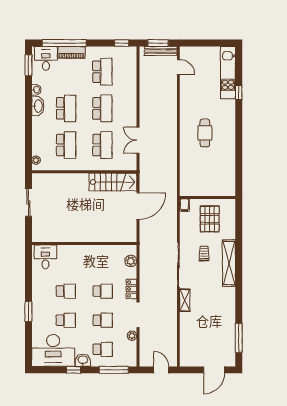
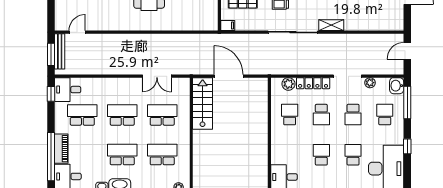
desk: (126, 58) -> (68, 90), added
school desk: (103, 262) -> (290, 115), added
locker: (131, 289) -> (313, 83), width x1.53
school desk: (103, 291) -> (321, 115), turned 180
school desk: (103, 320) -> (353, 115), turned 180
washbasin: (83, 360) -> (397, 86), moved

